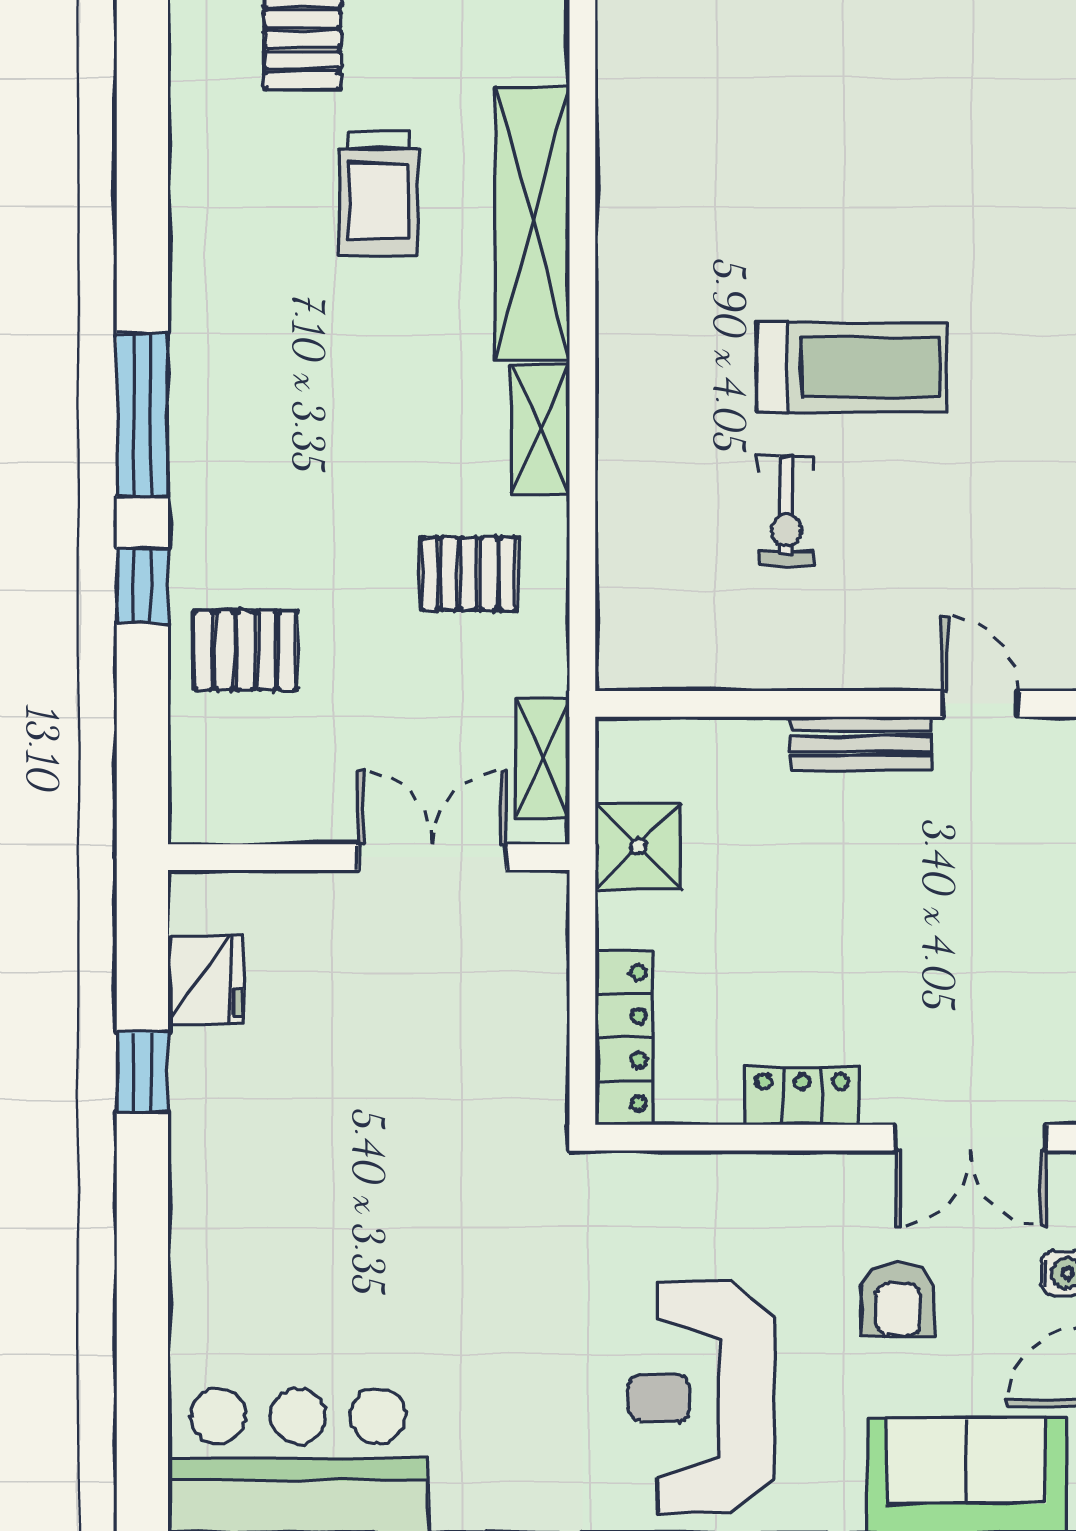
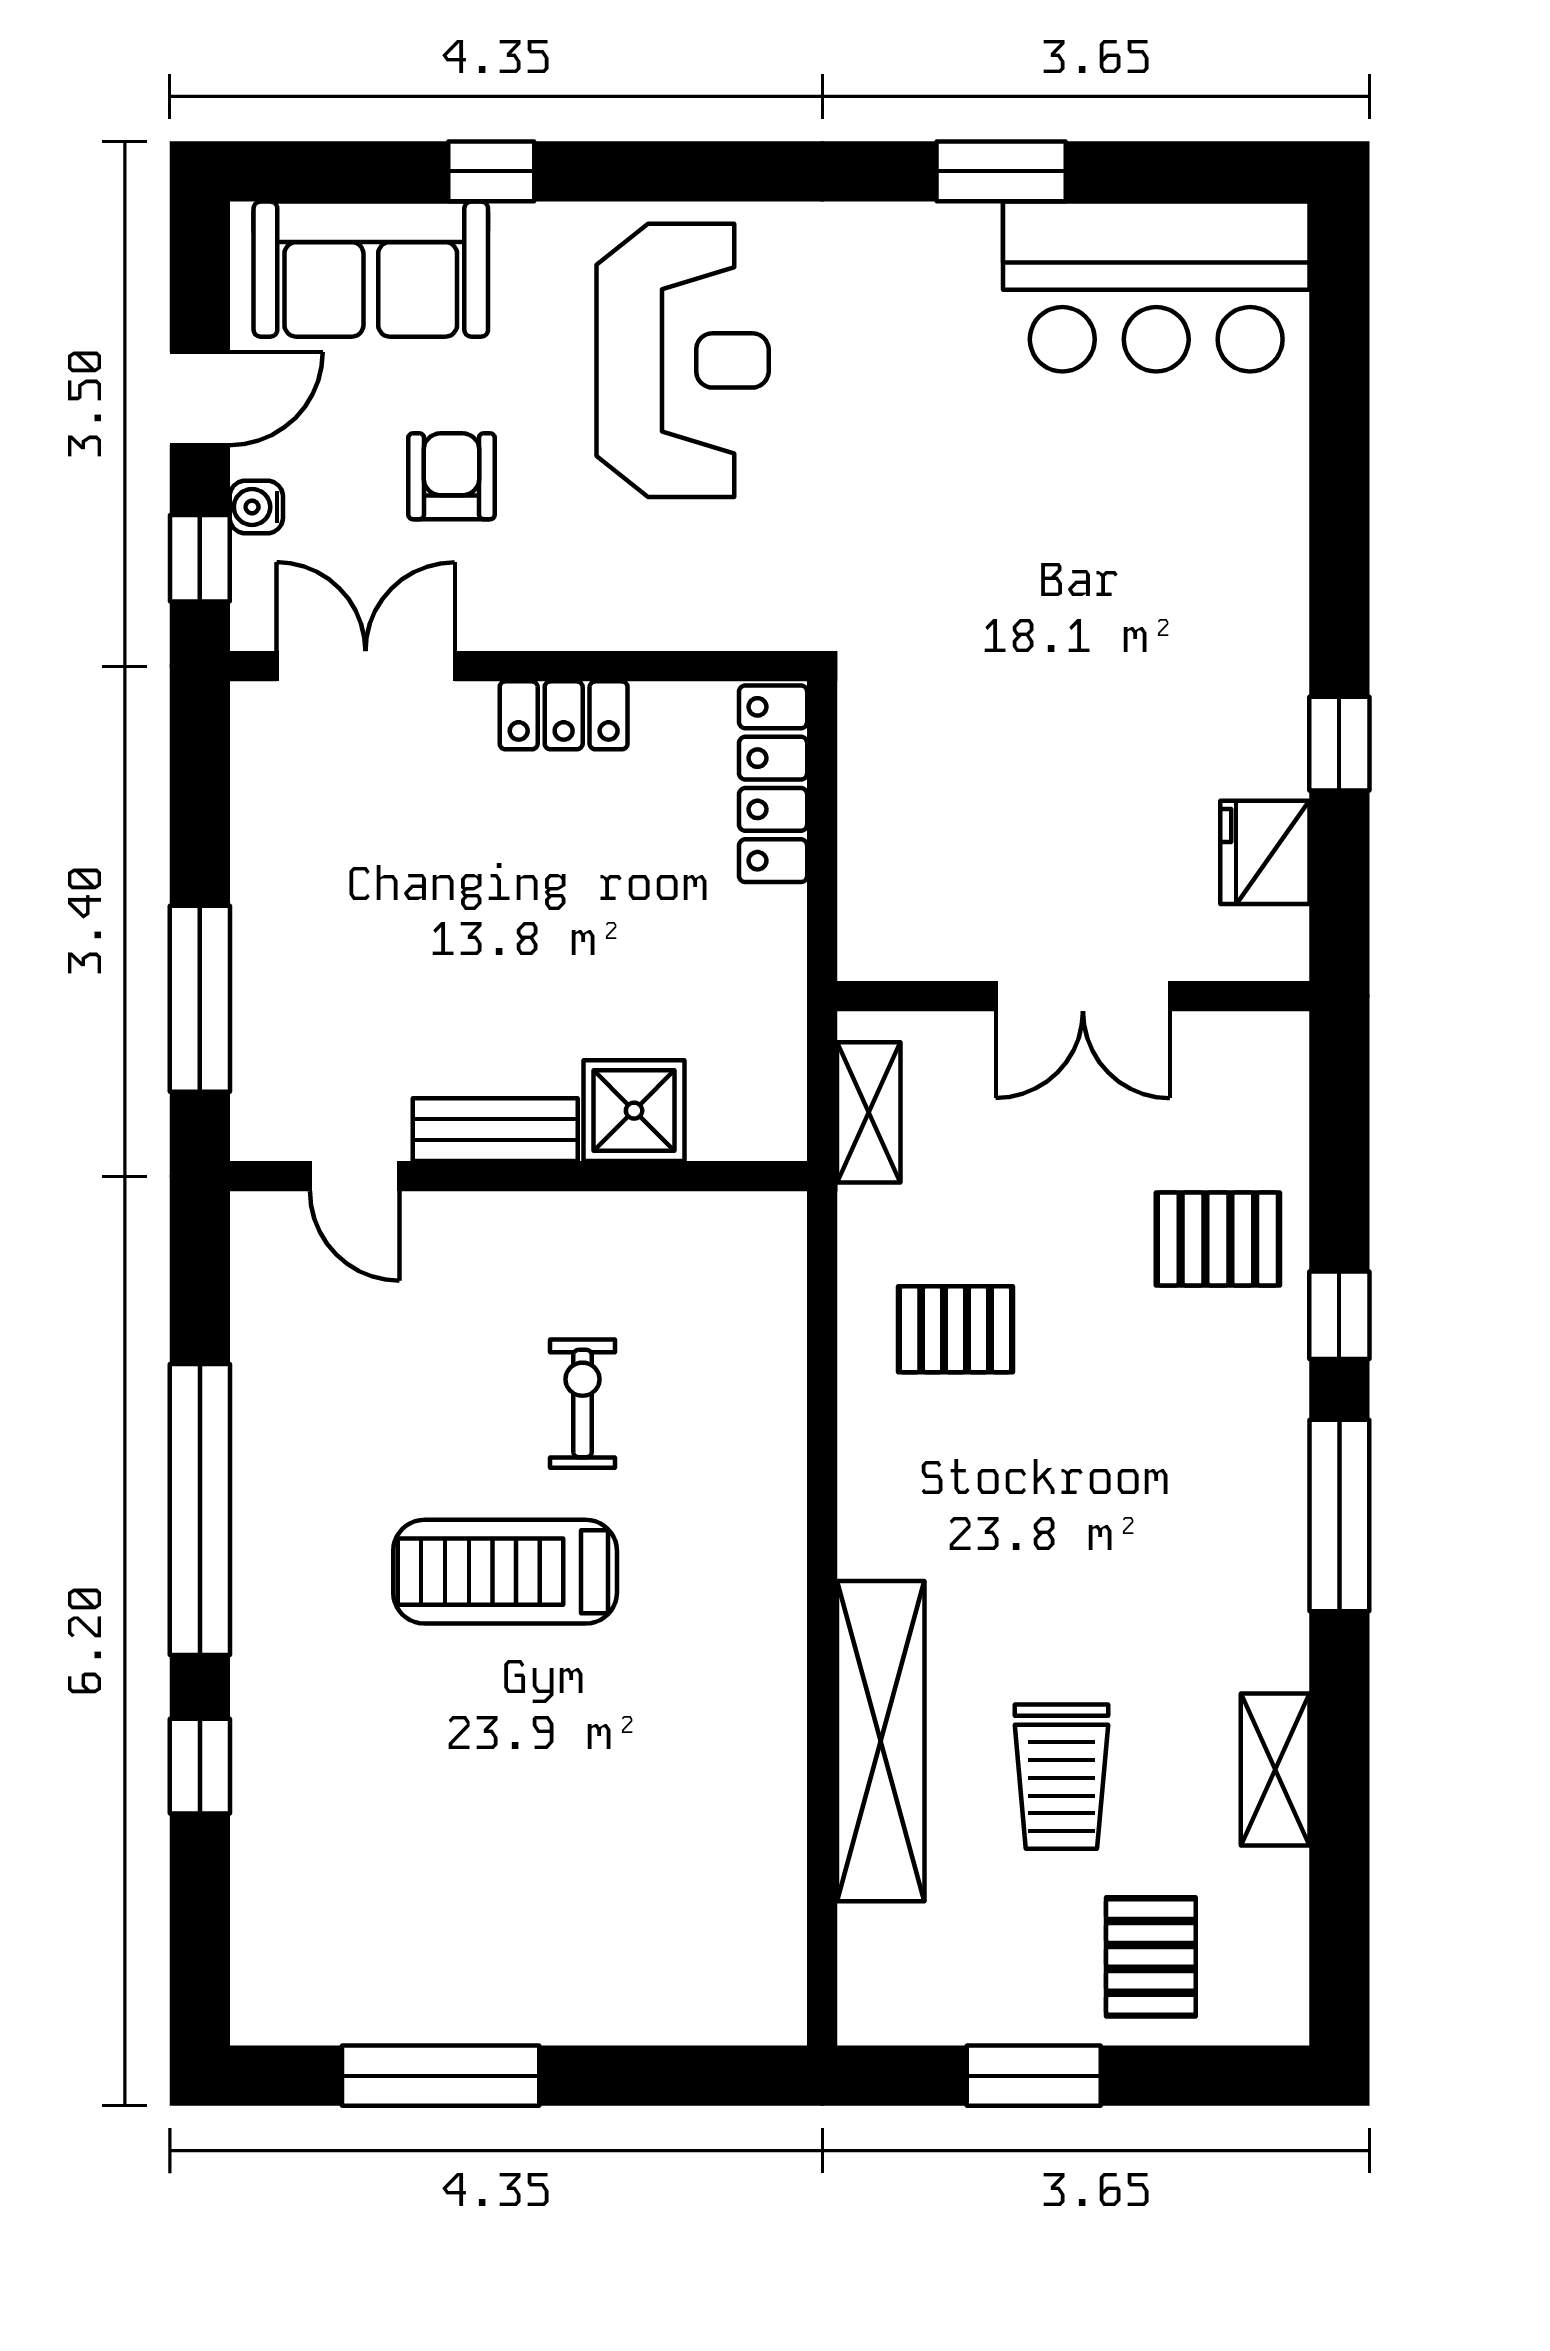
trolley: (379, 193) -> (1061, 1777), turned 180
shelving: (541, 429) -> (1275, 1769), moved
shower: (638, 847) -> (634, 1111), moved
double door: (432, 857) -> (1083, 996), moved

